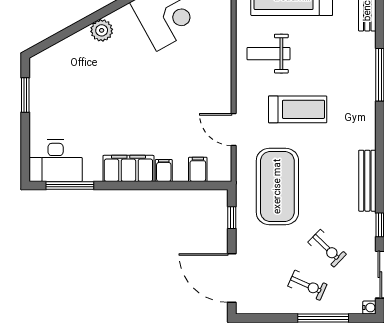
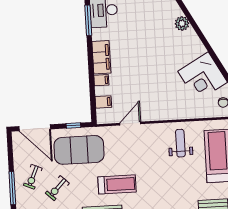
plant: (102, 30) -> (182, 23), moved
treadmill: (298, 109) -> (117, 184), moved, turned -90
exercise mat: (277, 186) -> (79, 150), moved
door: (232, 278) -> (35, 128), swing flipped

